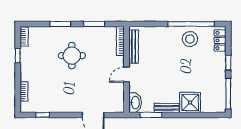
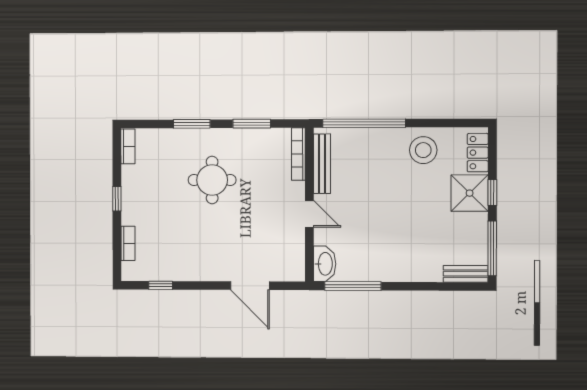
window: (191, 24) -> (364, 123), moved
window: (18, 56) -> (117, 199), moved
door: (127, 75) -> (309, 214), swing flipped
shower: (190, 102) -> (470, 193), moved
bench: (167, 108) -> (466, 274), moved
window: (151, 115) -> (353, 286), width x1.44

